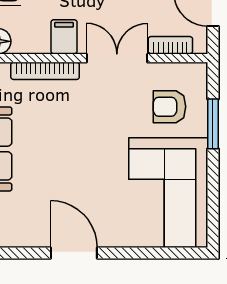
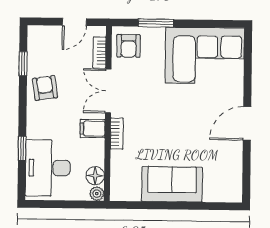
bookcase: (45, 71) -> (117, 134), width x0.64
armchair: (169, 107) -> (129, 46), moved

